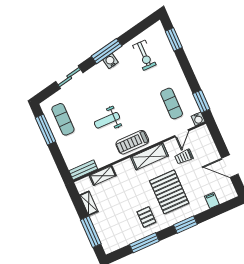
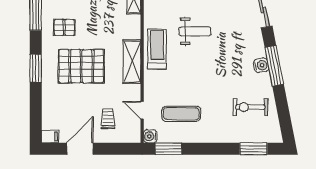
weight bench: (107, 120) -> (195, 31), turned 90
trolley: (184, 157) -> (108, 119), moved
filing cabinet: (212, 200) -> (50, 137), moved

